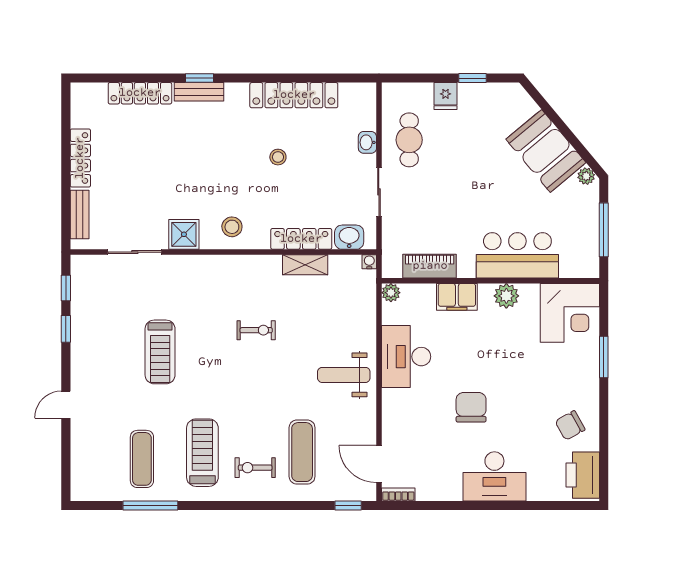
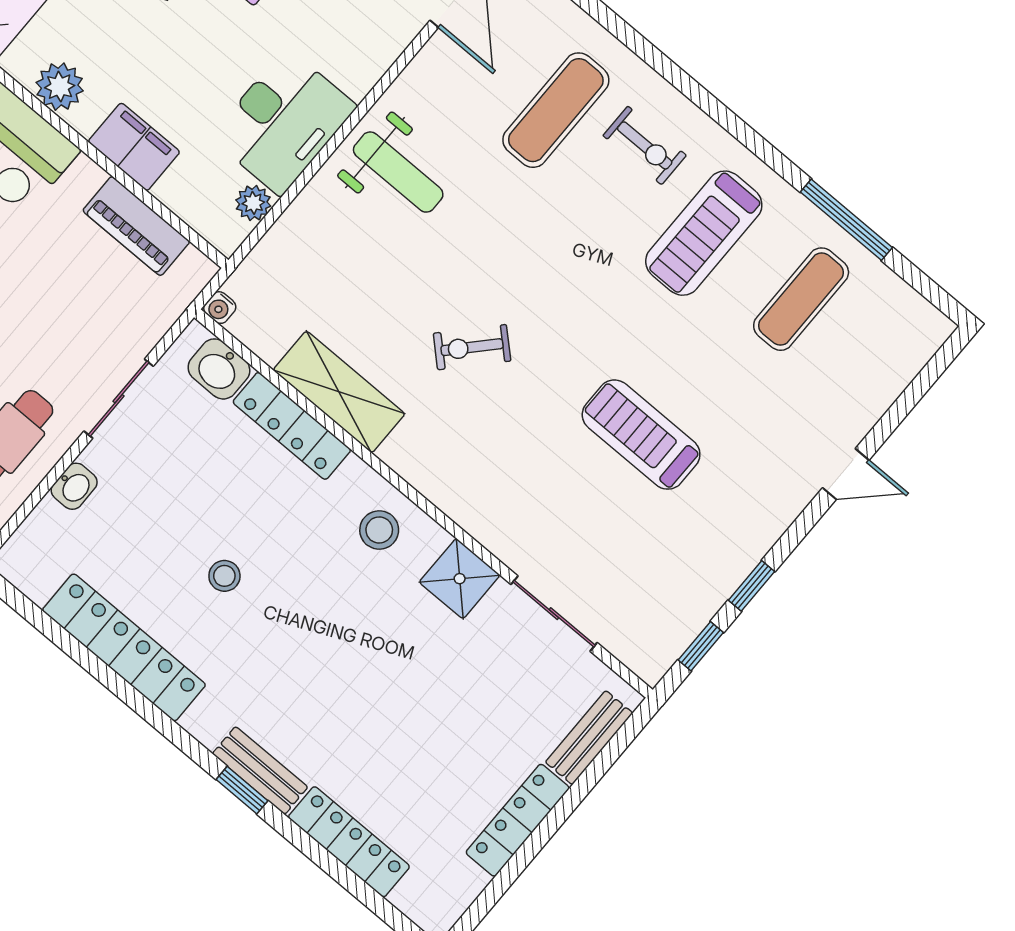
shelving: (305, 265) -> (339, 392), width x1.50, depth x1.33
plant: (391, 293) -> (253, 203), moved
exercise bike: (256, 330) -> (472, 347), turned -47
treadmill: (160, 352) -> (641, 435), turned -90

